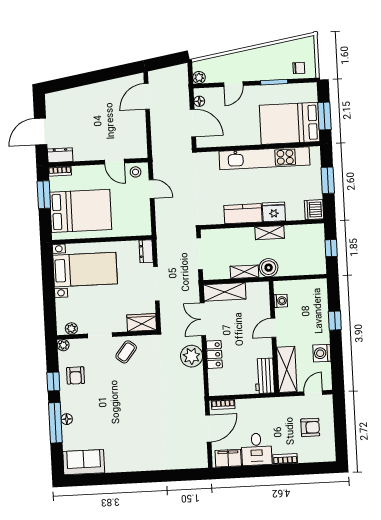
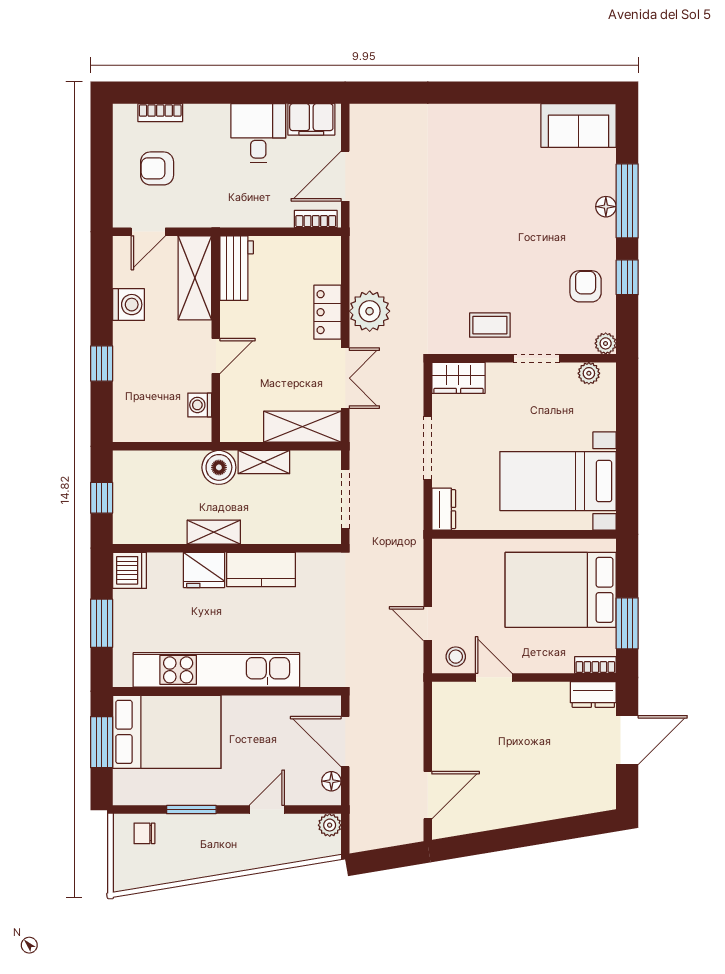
coffee table: (126, 352) -> (490, 325), turned 52
bookcase: (285, 459) -> (160, 113), moved

